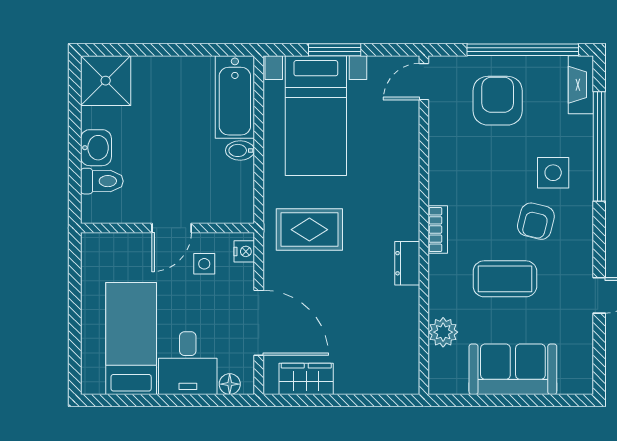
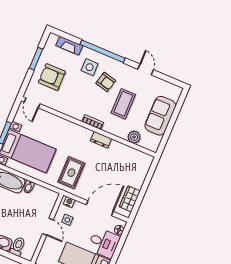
window: (523, 50) -> (36, 59), width x0.47
fireplace: (581, 85) -> (69, 46), moved
window: (599, 146) -> (102, 51), moved

